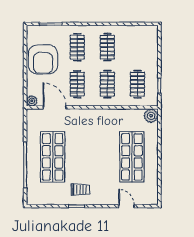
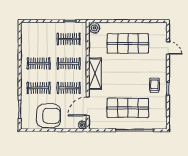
shelving: (95, 116) -> (95, 74), added
door: (126, 206) -> (168, 48), swing flipped

